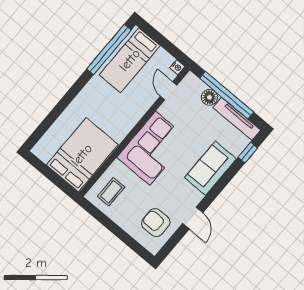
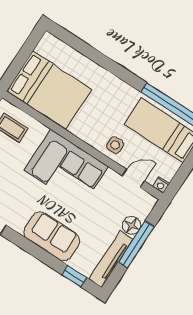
window: (227, 95) -> (136, 244), width x0.68
side table: (137, 103) -> (115, 145), added

